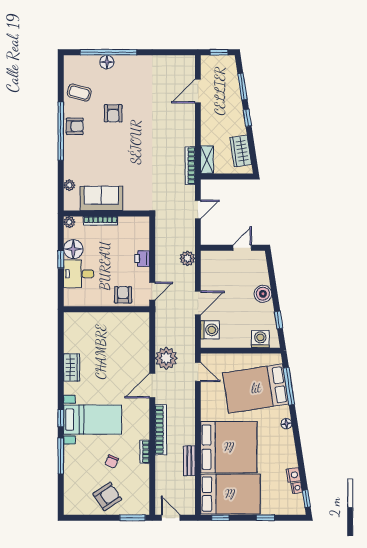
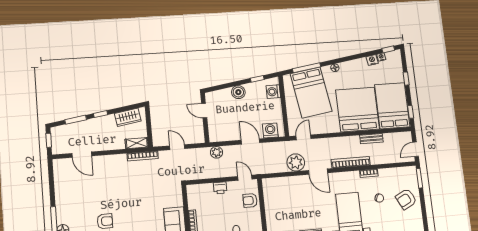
armchair: (107, 496) -> (406, 199), turned -83

